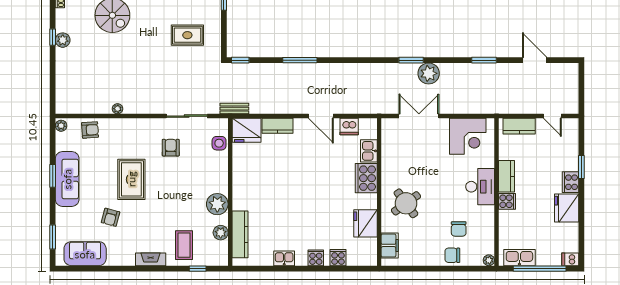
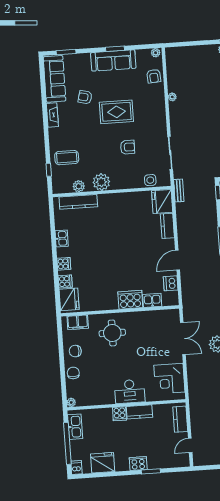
armchair: (171, 148) -> (128, 147), moved
round table: (406, 203) -> (112, 333), turned 36
fridge: (567, 208) -> (103, 463), moved
fridge: (366, 223) -> (69, 299), moved, turned 90
chair: (459, 229) -> (75, 351), moved
sofa: (85, 254) -> (54, 79), width x1.36
fireplace: (151, 259) -> (52, 115), moved

